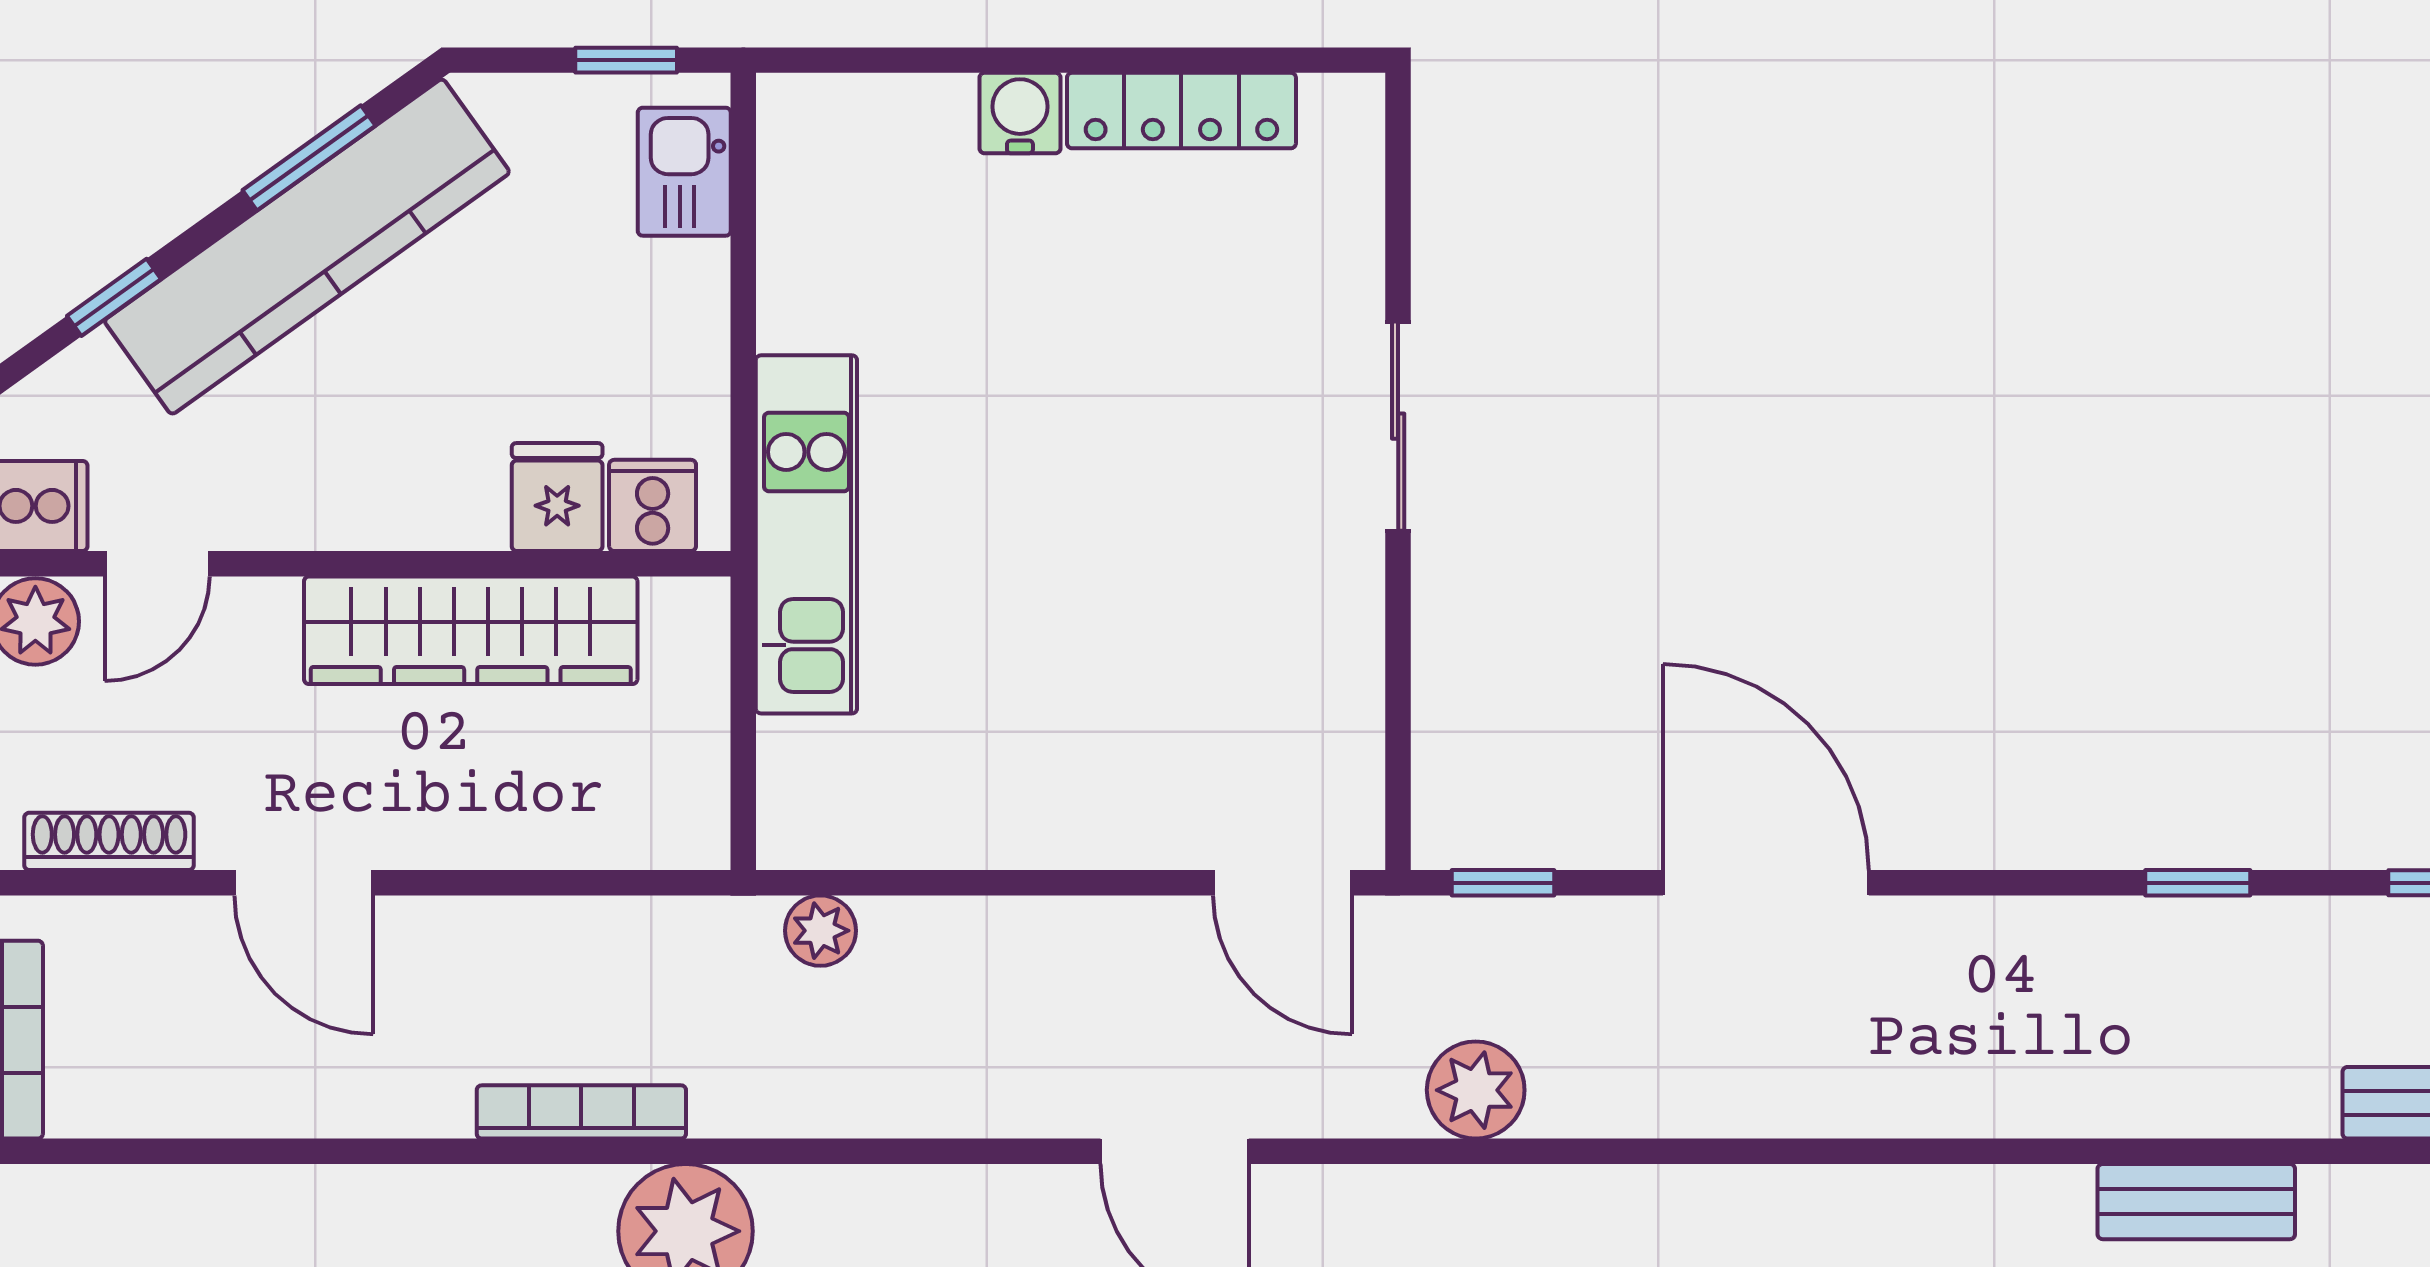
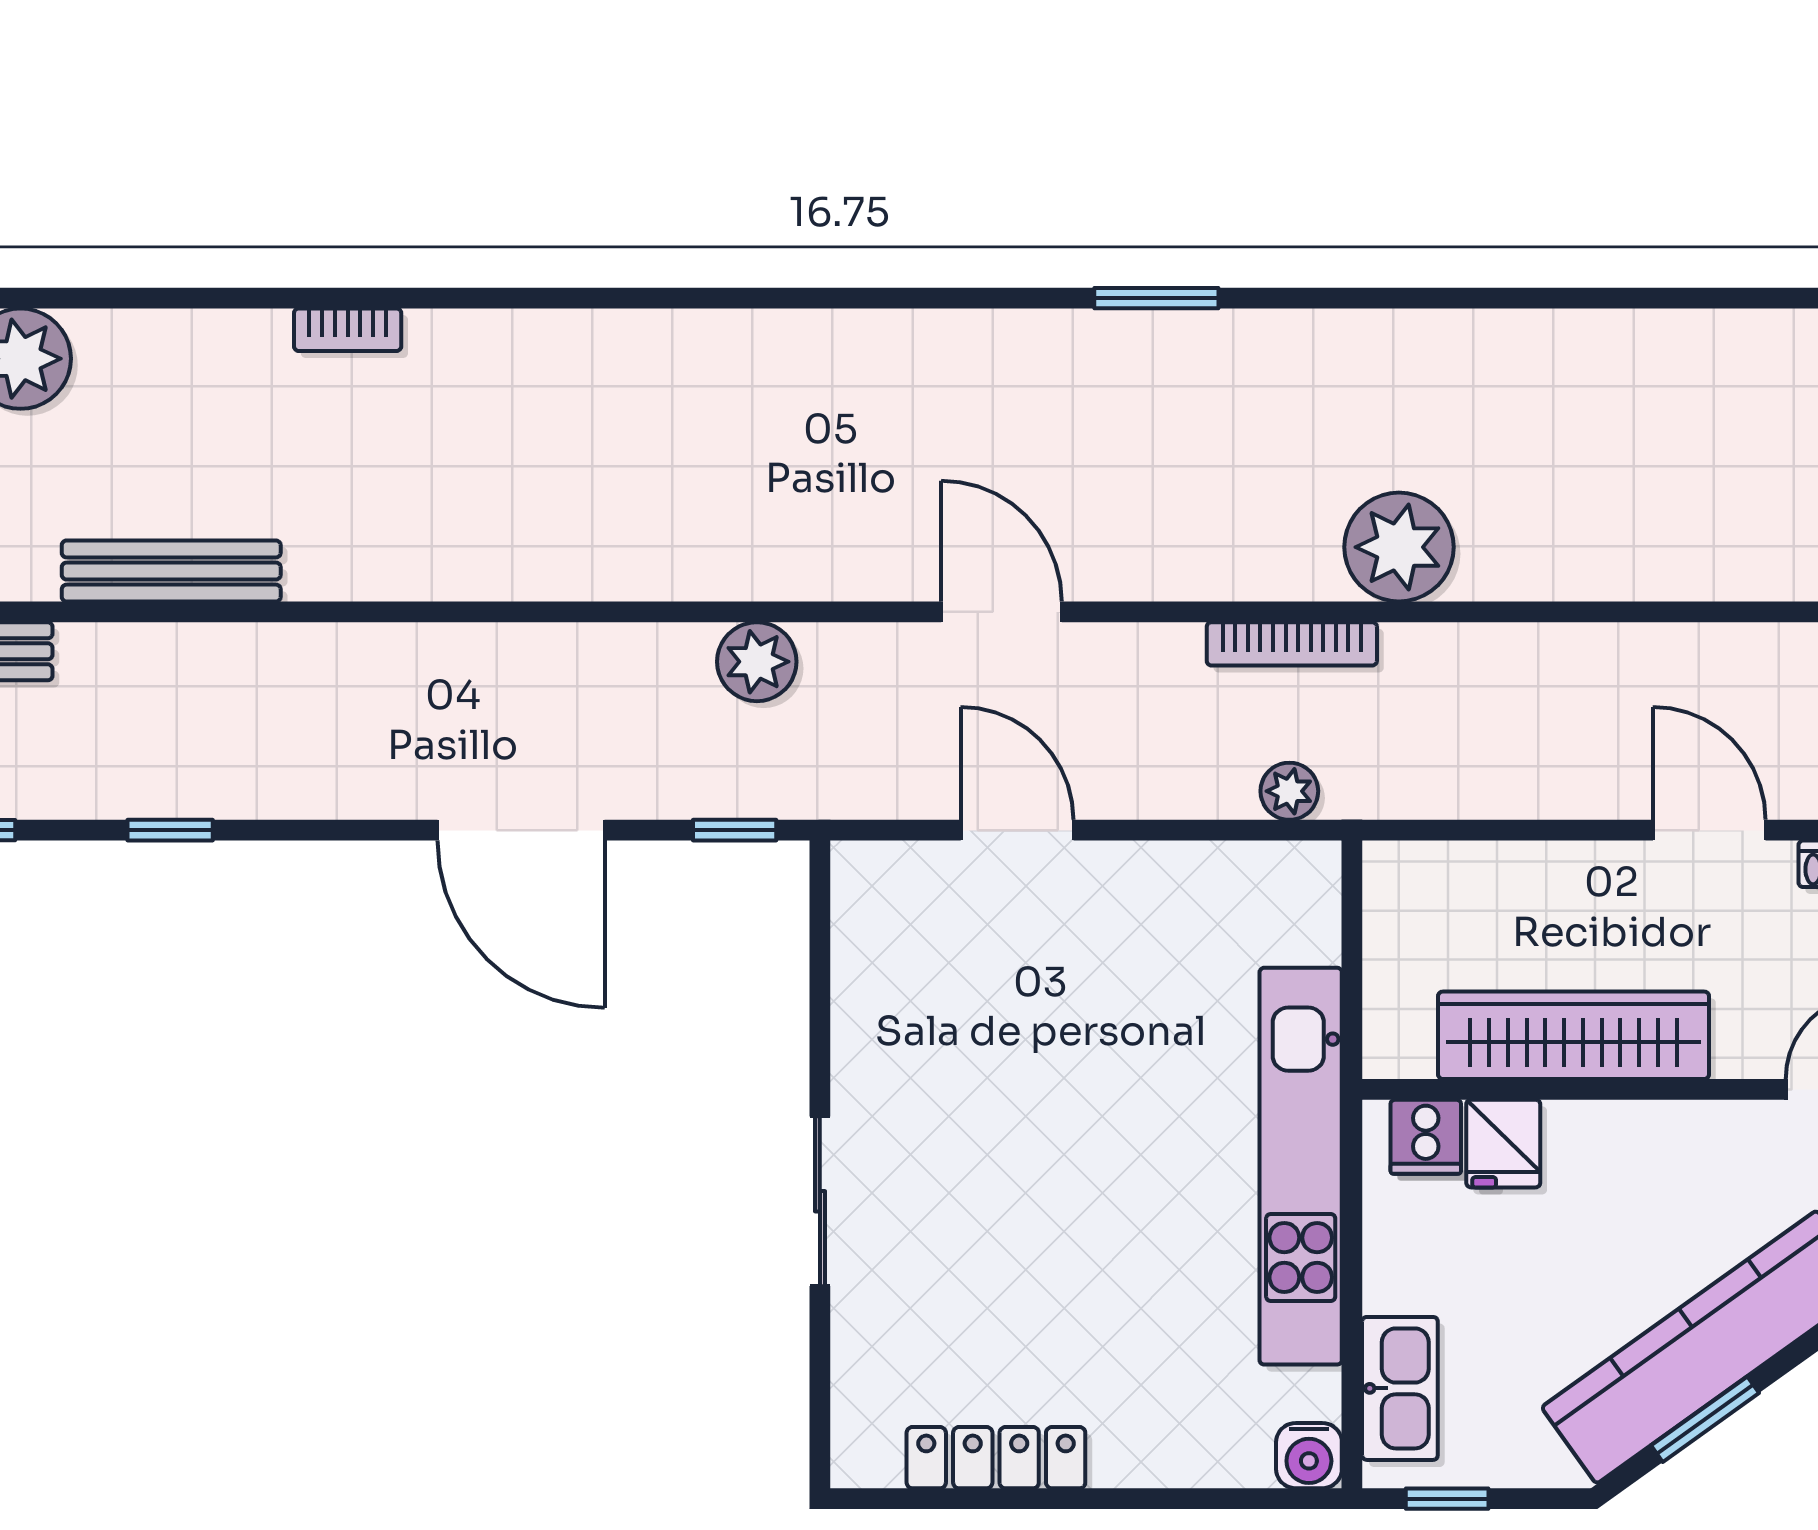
water cooler: (1020, 113) -> (1309, 1456), moved
kitchen sink: (684, 172) -> (1400, 1388), width x1.38
kitchen unit: (806, 534) -> (1301, 1166), width x1.36
door: (1282, 883) -> (1017, 830), moved
bookcase: (581, 1112) -> (1292, 644), moved
bench: (2196, 1202) -> (171, 571), width x1.36

